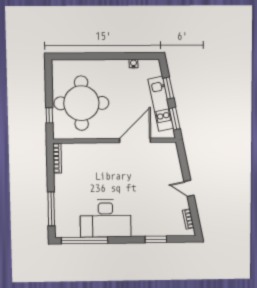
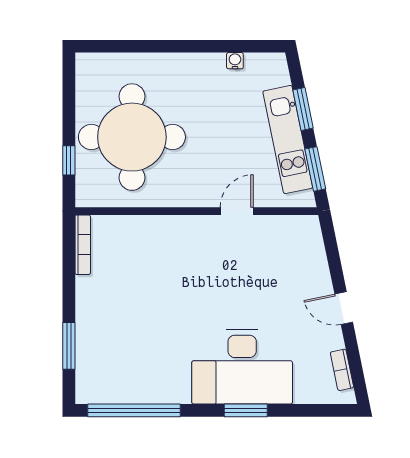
door: (135, 140) -> (237, 211), width x0.53
window: (51, 209) -> (69, 346), width x0.69
desk: (106, 218) -> (242, 367), moved
window: (156, 239) -> (246, 410), moved

